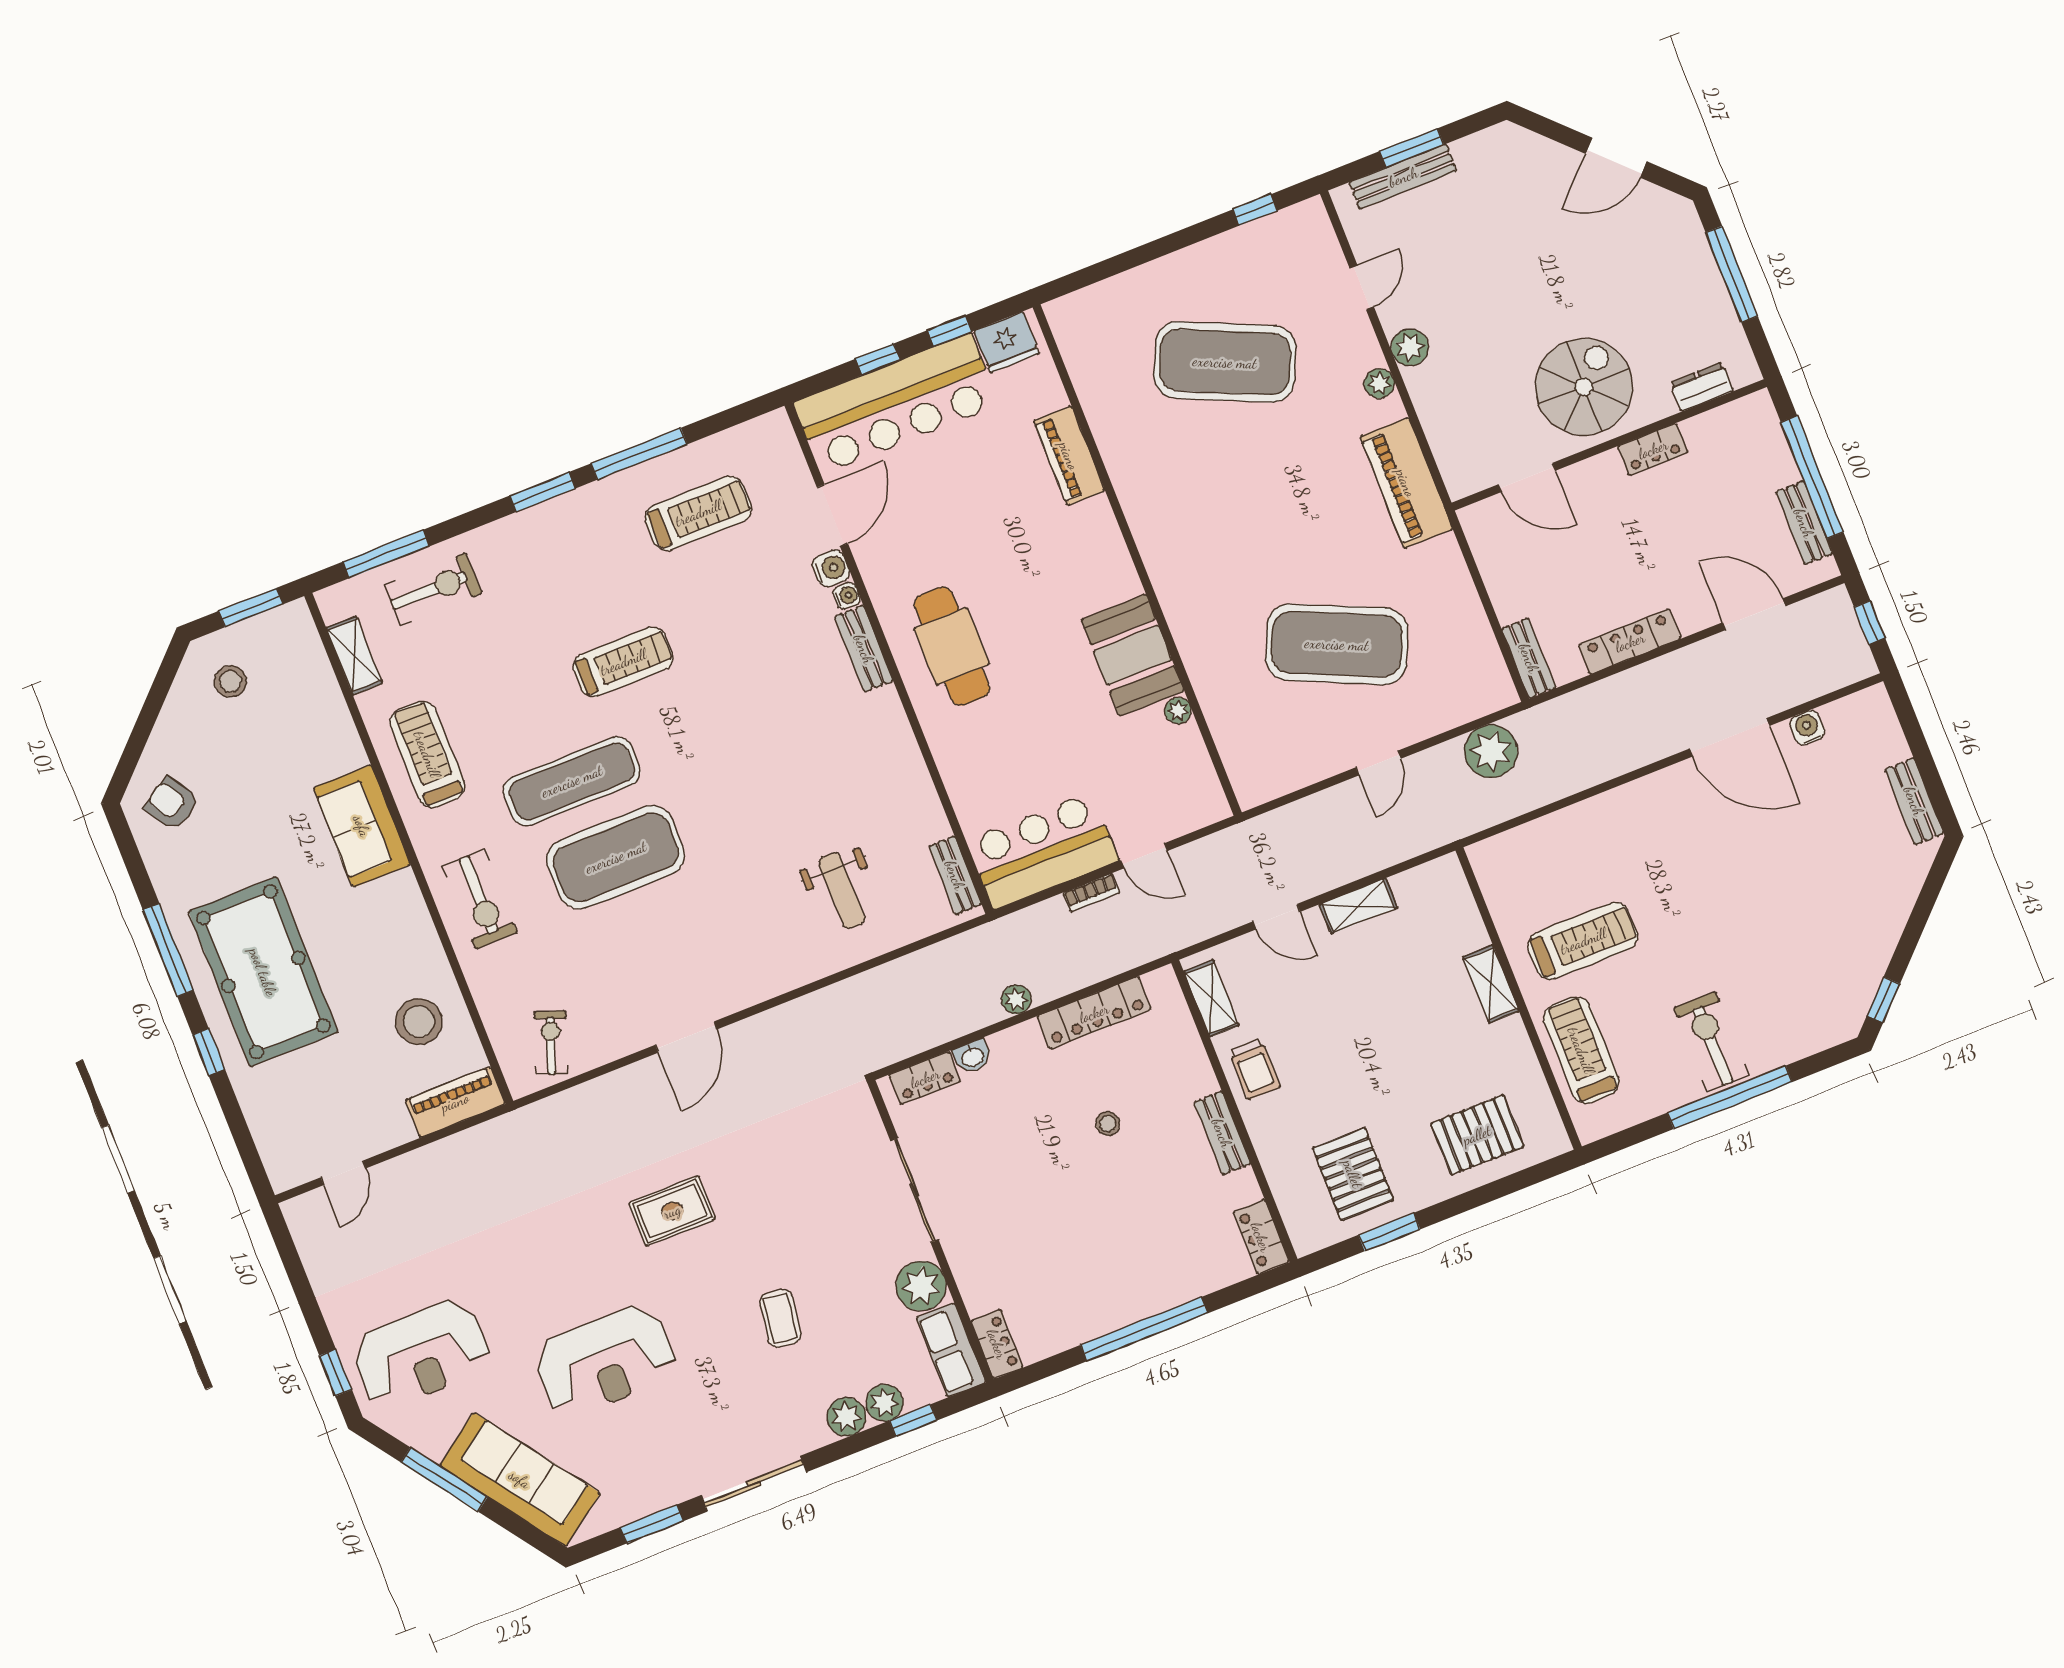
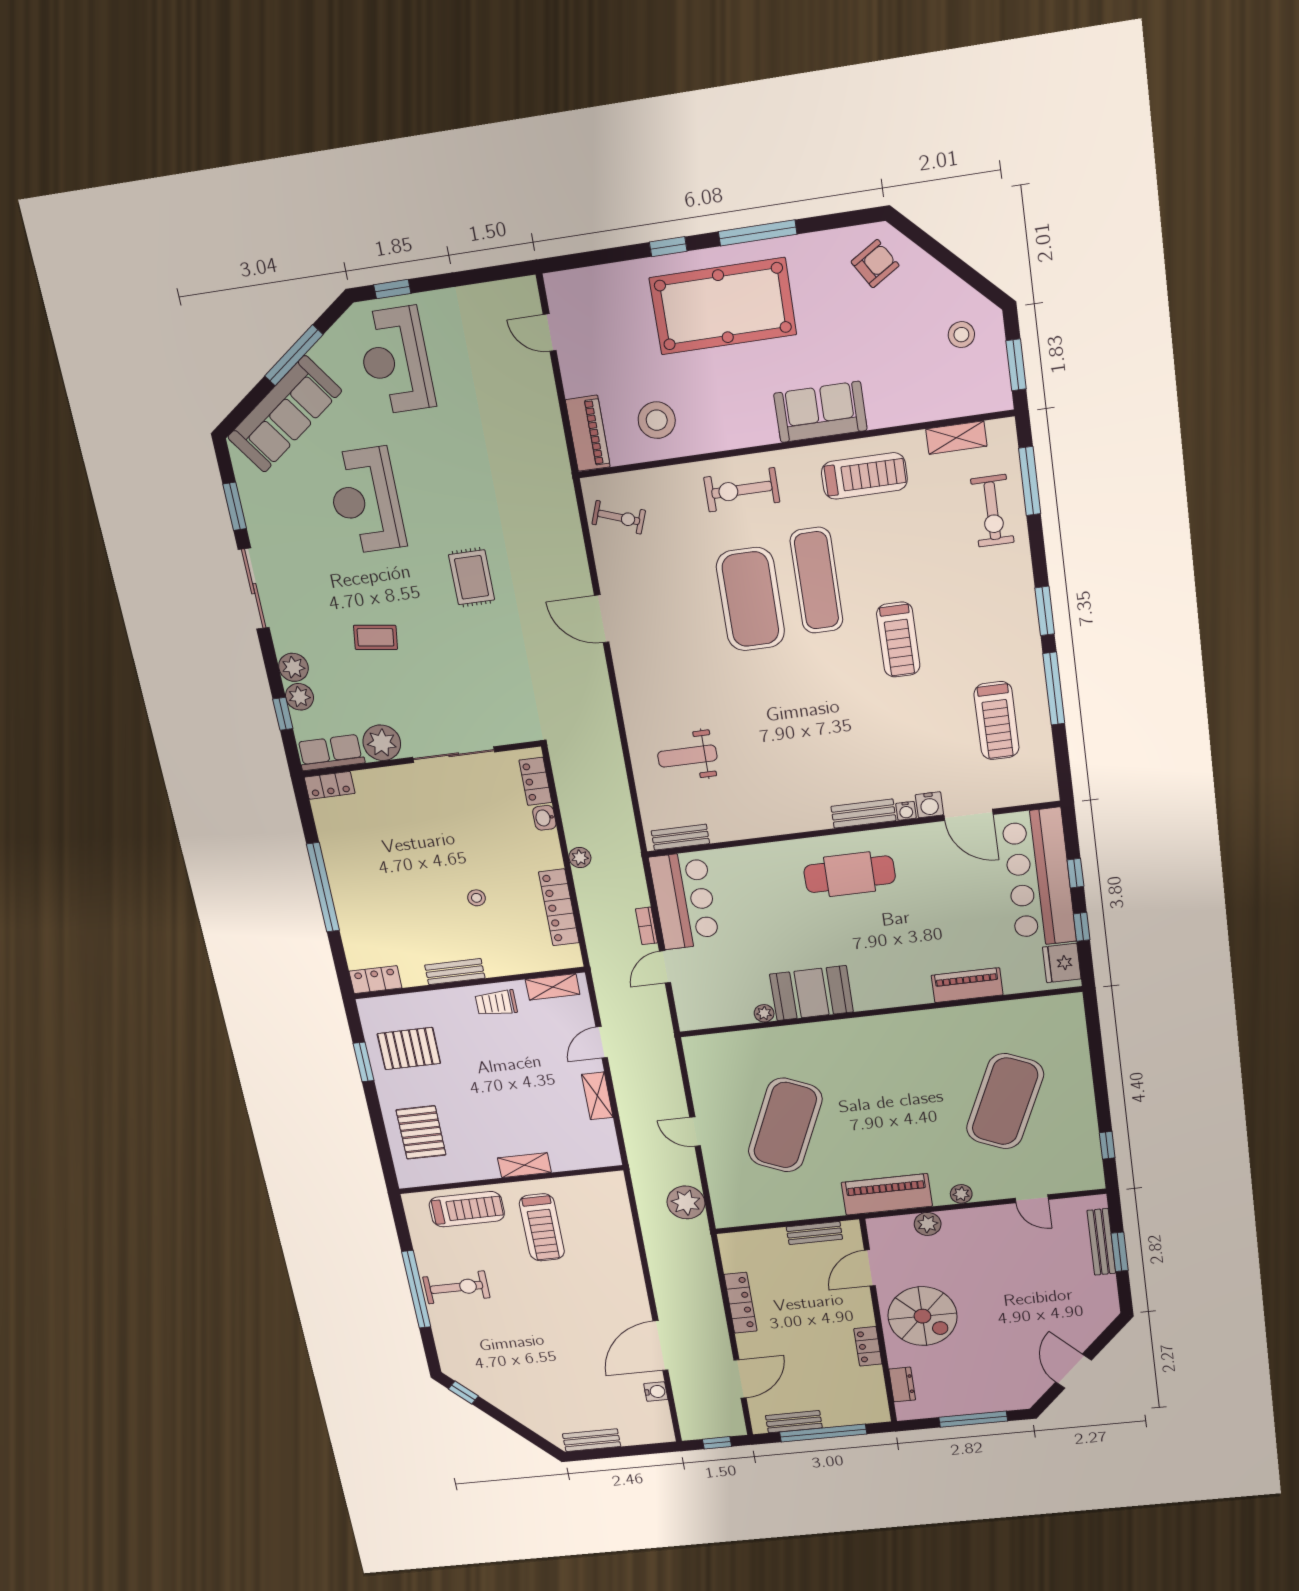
plant: (1410, 347) -> (928, 1224), moved
bench: (1529, 658) -> (814, 1233), moved

